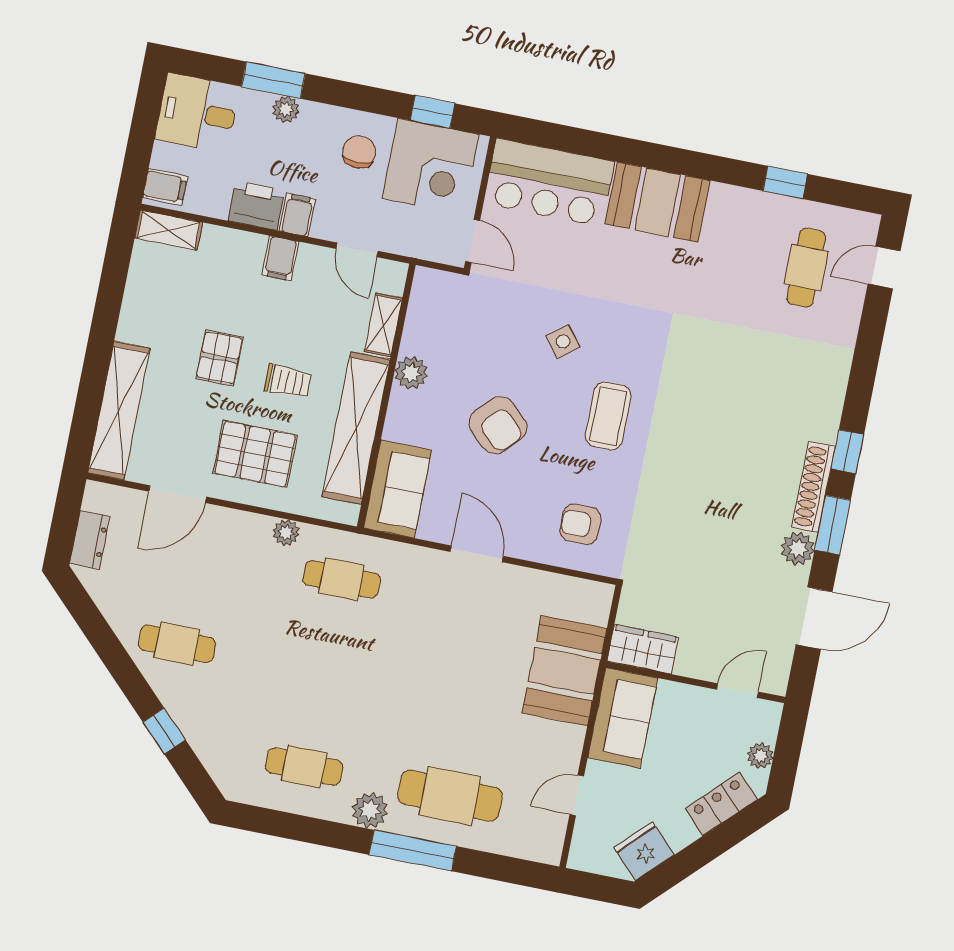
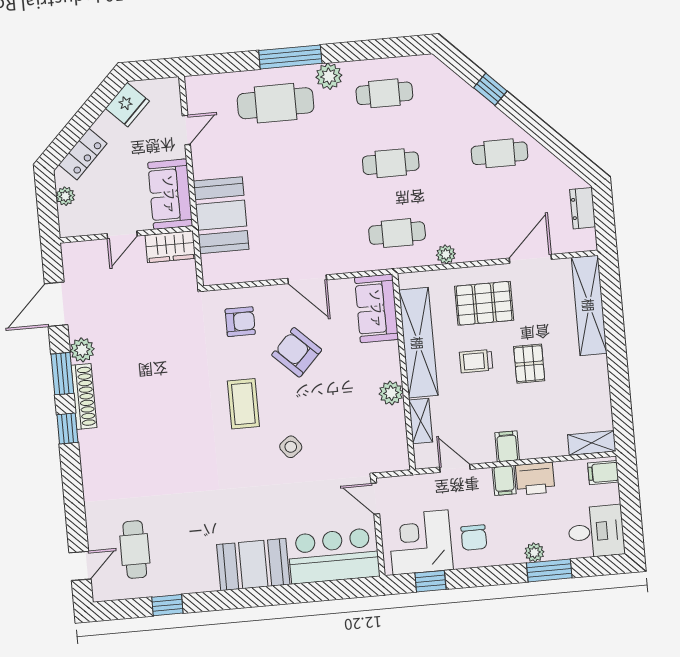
armchair: (498, 425) -> (297, 352), moved
cafe table: (323, 673) -> (391, 163), added
door: (737, 691) -> (122, 235), moved

